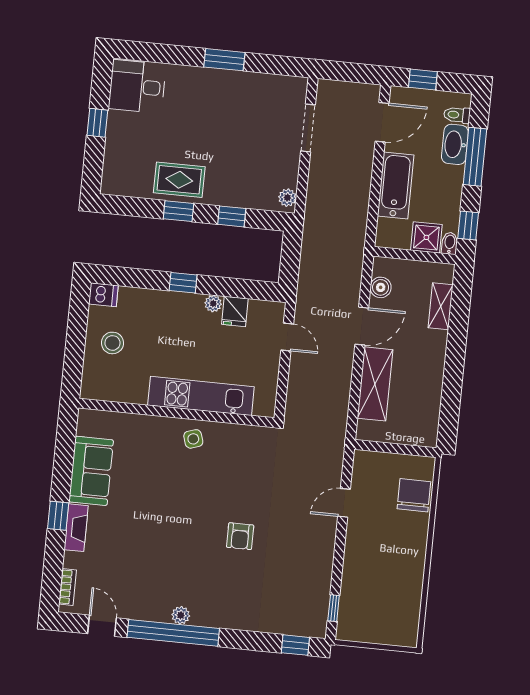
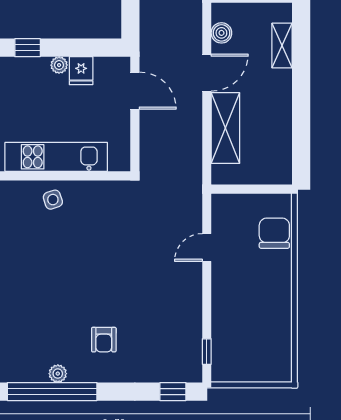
door: (287, 337) -> (135, 91), width x1.38
armchair: (240, 536) -> (104, 340), moved

